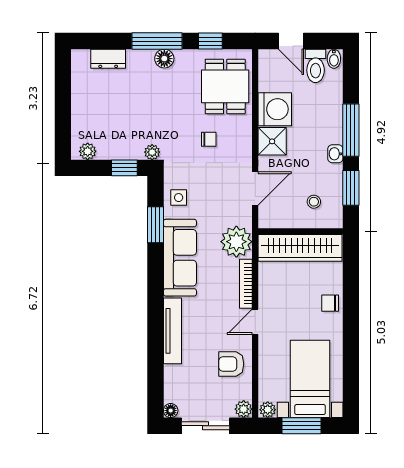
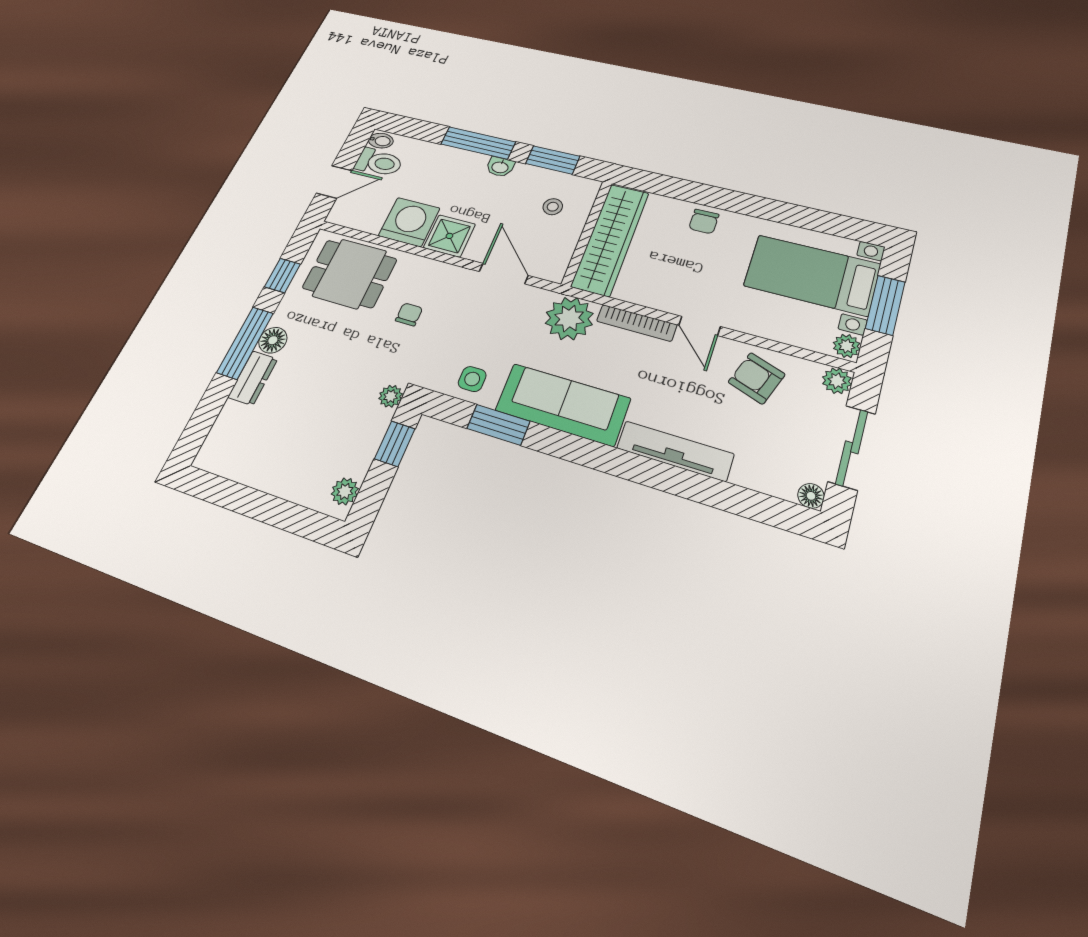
dresser: (108, 59) -> (253, 378), moved
armchair: (231, 364) -> (757, 378), turned 109

